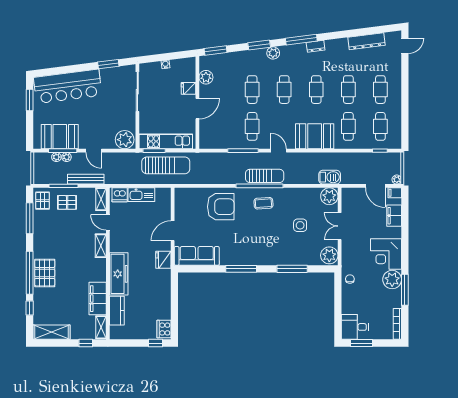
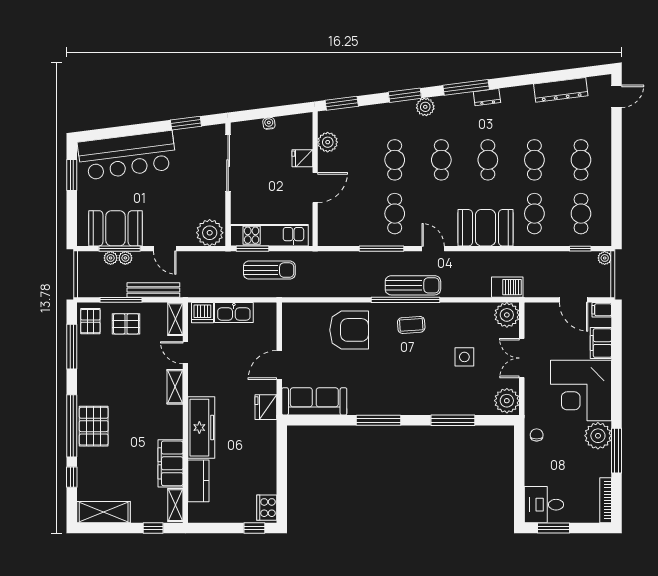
sun lounger: (166, 165) -> (269, 270), width x0.73, depth x0.75
plant: (397, 180) -> (605, 258), moved
corner desk: (386, 254) -> (581, 390), width x1.36, depth x1.36

